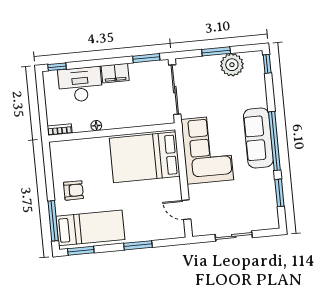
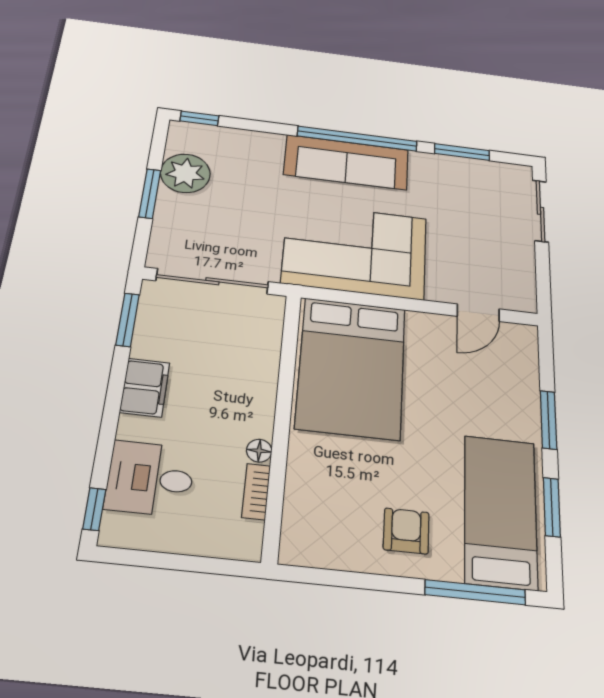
desk: (80, 84) -> (150, 479), width x0.73
bookcase: (60, 130) -> (256, 492), moved
sliding door: (234, 236) -> (541, 211), moved
window: (81, 251) -> (552, 507), moved

